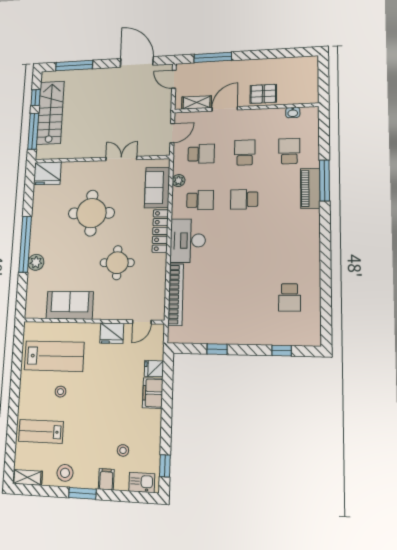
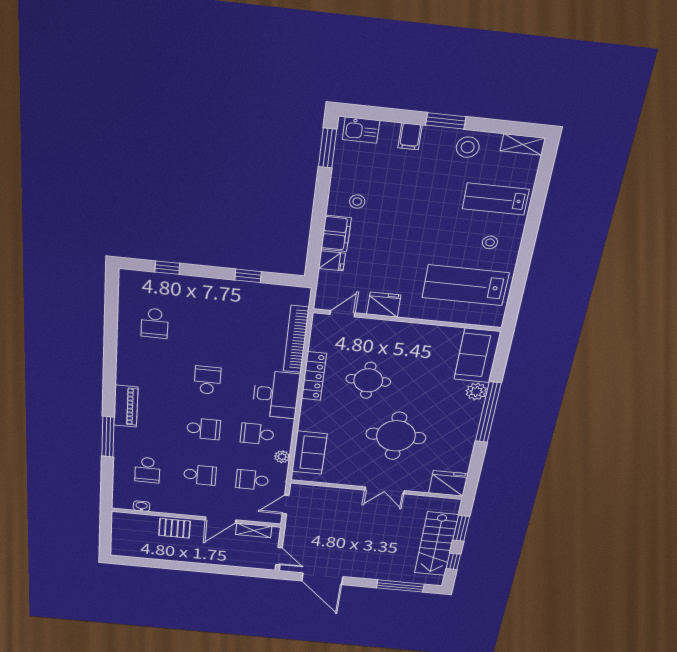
window: (213, 57) -> (231, 570), removed
window: (33, 131) -> (461, 528), width x0.69
school desk: (245, 152) -> (200, 475), turned -90
double door: (121, 158) -> (385, 490), moved
piano: (310, 188) -> (126, 406), moved
locker: (160, 231) -> (314, 376), moved
school desk: (244, 247) -> (207, 380), added
school desk: (290, 297) -> (155, 323), turned 180
sofa: (70, 305) -> (477, 355), moved, turned 90
stool: (60, 392) -> (490, 242), moved
lab bench: (41, 431) -> (496, 199), turned 180
stool: (123, 450) -> (357, 202), moved
window: (165, 466) -> (328, 148), width x1.50

